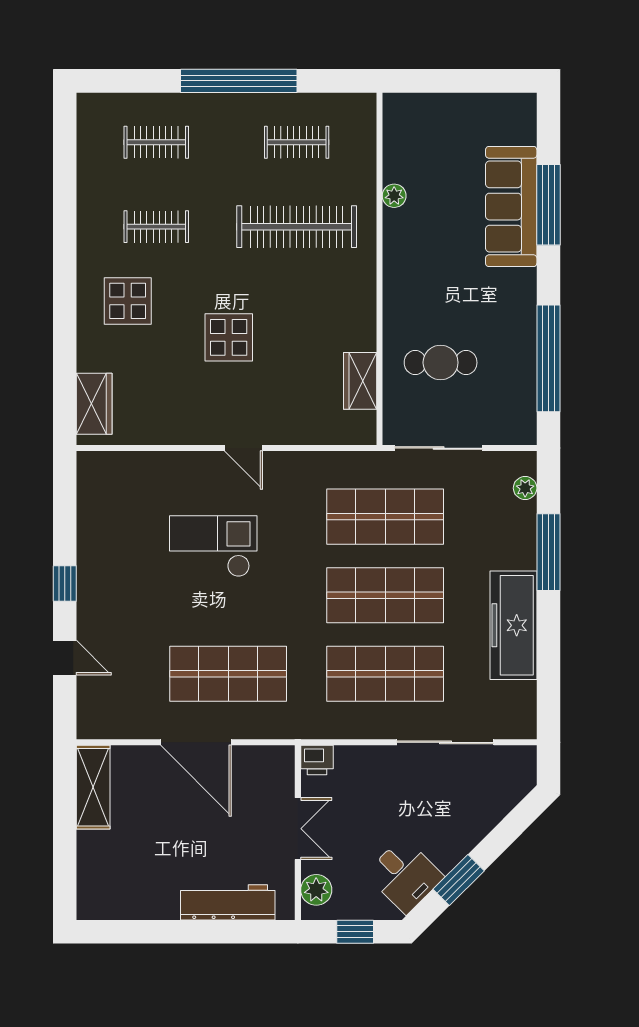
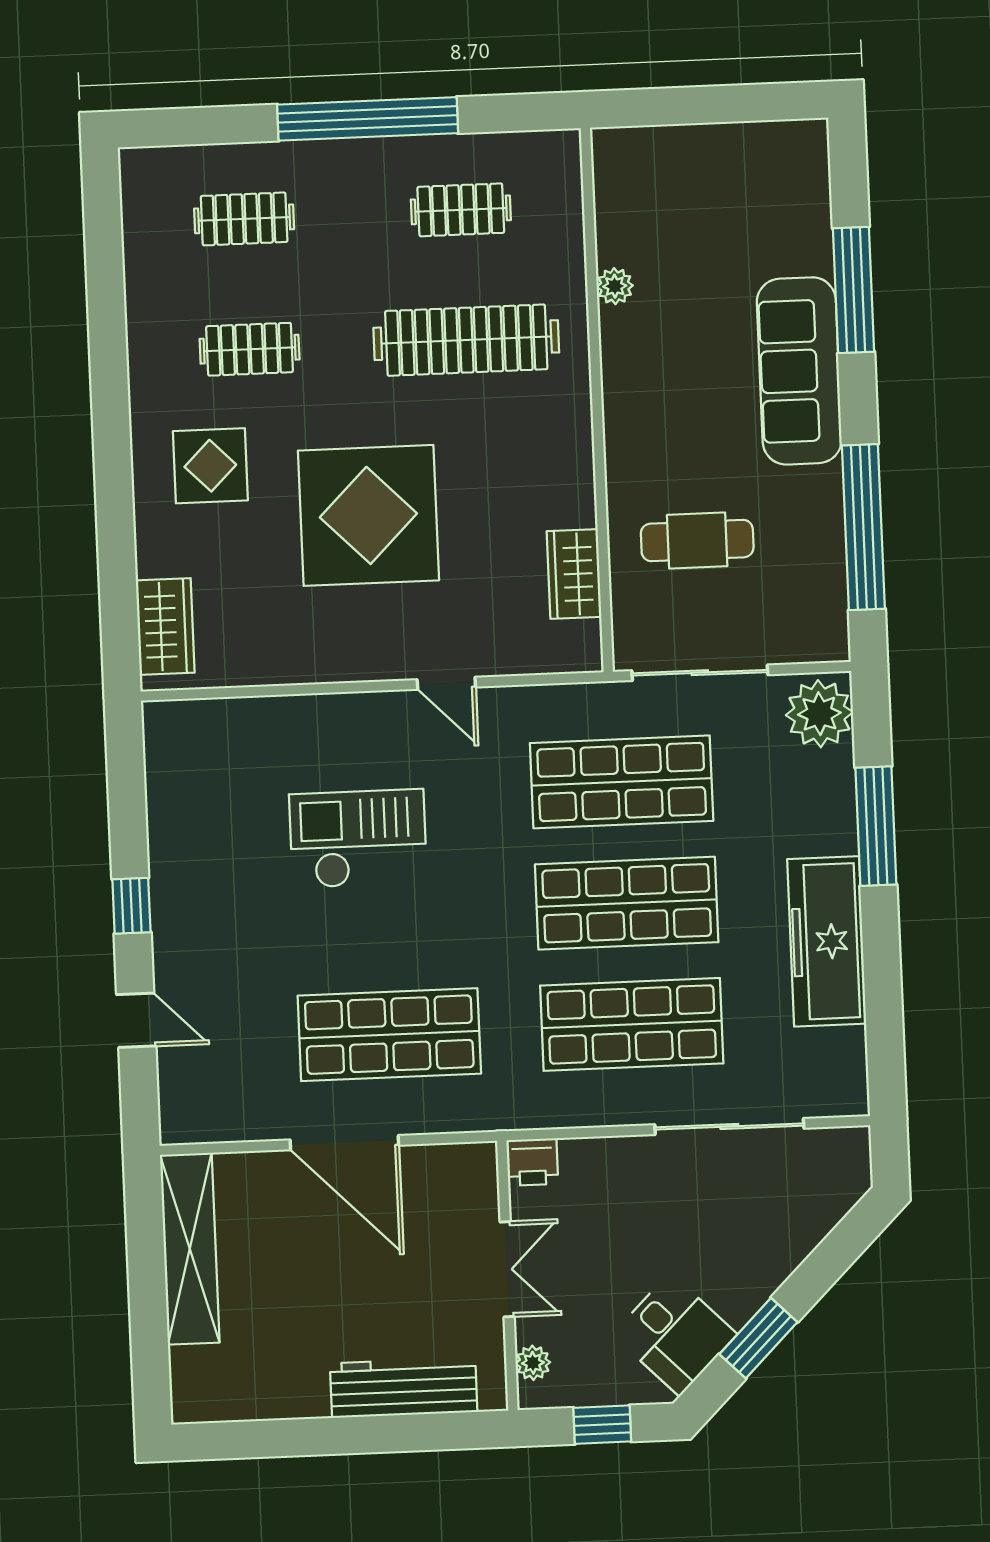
sofa: (511, 207) -> (799, 371), moved
display table: (229, 337) -> (368, 515), width x1.86, depth x1.86
door: (244, 448) -> (446, 683), moved
plant: (525, 488) -> (819, 714), width x1.87, depth x1.87
shelving: (93, 787) -> (190, 1249), width x1.47
plant: (316, 890) -> (533, 1363), width x0.73, depth x0.73

